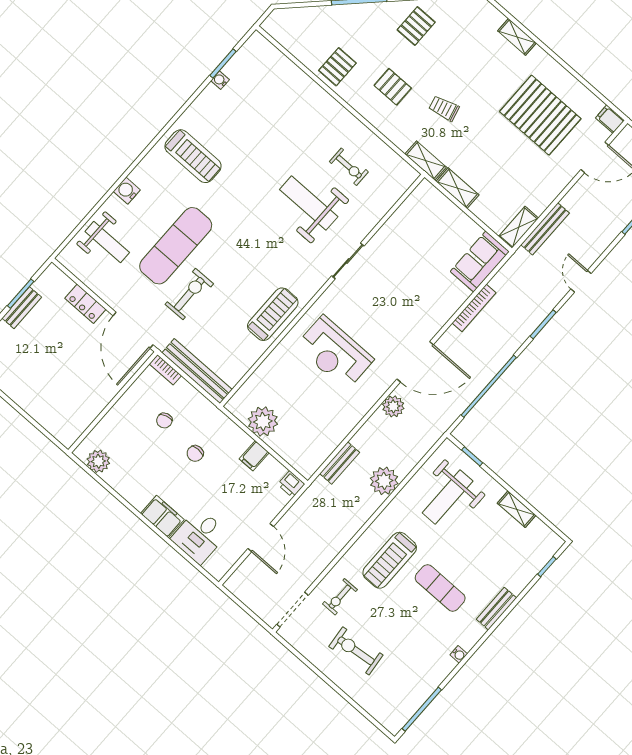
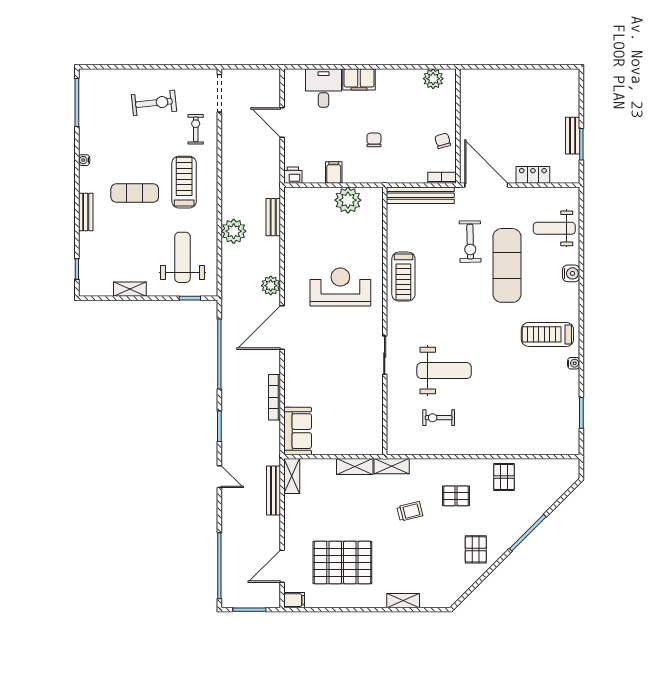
water cooler: (220, 80) -> (574, 363), moved
chair: (164, 420) -> (443, 141), moved

